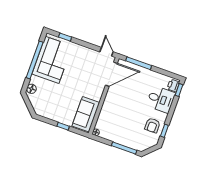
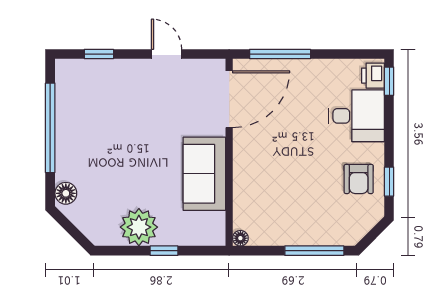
door: (107, 52) -> (167, 54), moved
corner sofa: (52, 60) -> (88, 114), removed
plant: (56, 113) -> (139, 227), added
sofa: (86, 114) -> (204, 174), moved

